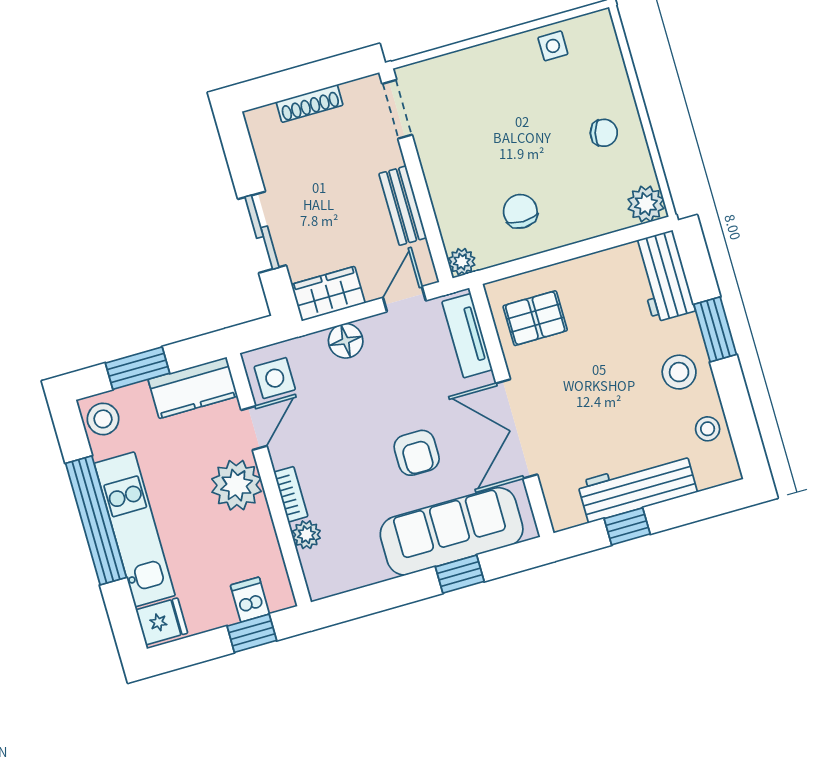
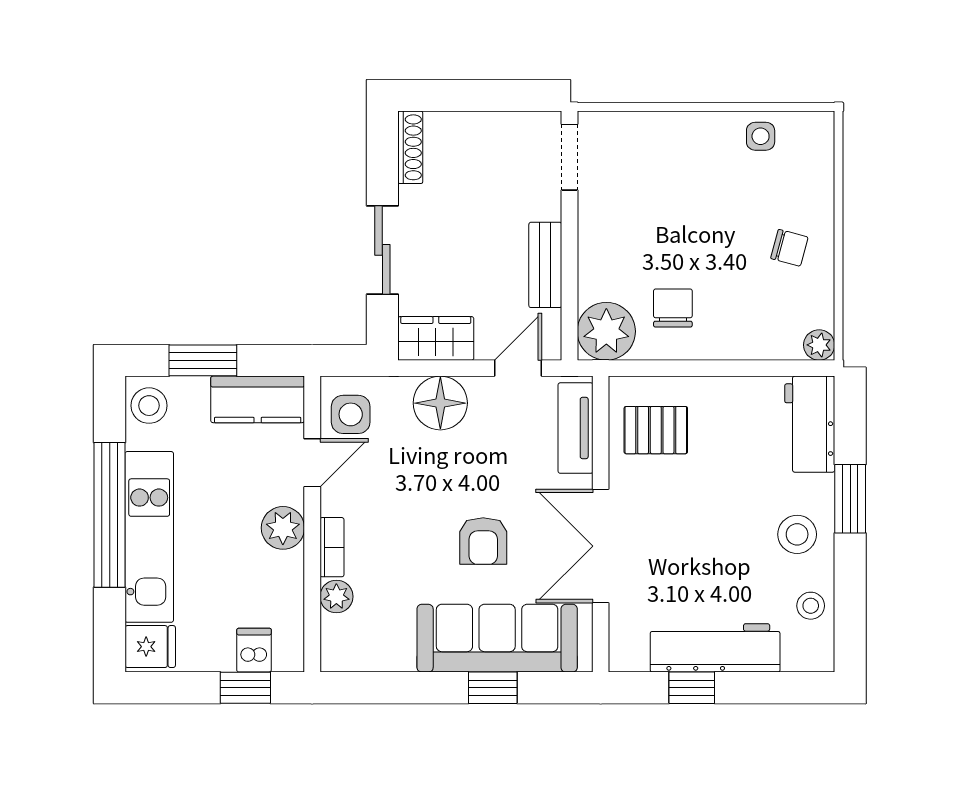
shoe rack: (310, 103) -> (410, 147), moved, turned -90
plant: (646, 204) -> (819, 345), width x0.73, depth x0.73
plant: (462, 262) -> (606, 331), width x1.87, depth x1.87
floor lamp: (346, 341) -> (440, 403), width x1.38, depth x1.38
plant: (237, 485) -> (283, 528), width x0.73, depth x0.73

